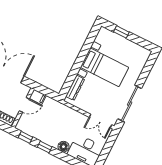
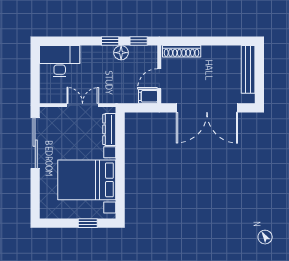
bed with nightstands: (104, 67) -> (87, 180), width x1.36
double door: (100, 121) -> (83, 105), moved
floor lamp: (63, 147) -> (121, 53), moved

